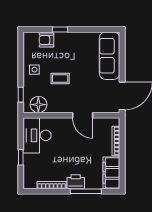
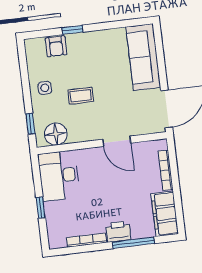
armchair: (46, 40) -> (56, 46), turned -90

